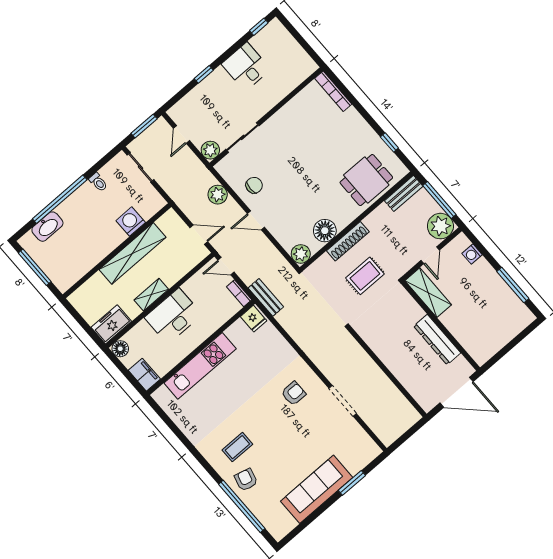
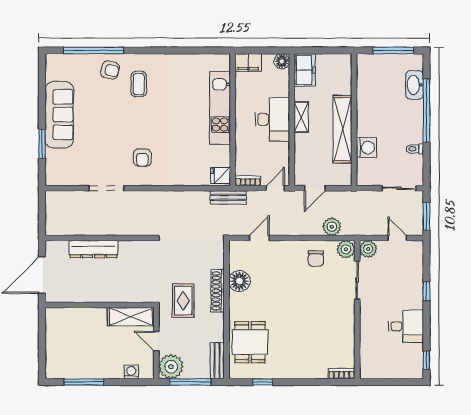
bookcase: (333, 91) -> (342, 374), width x0.64
door: (256, 220) -> (259, 238), moved
plant: (301, 254) -> (346, 249), moved
rug: (365, 276) -> (183, 301), moved
dresser: (437, 340) -> (93, 249), moved, turned 180

